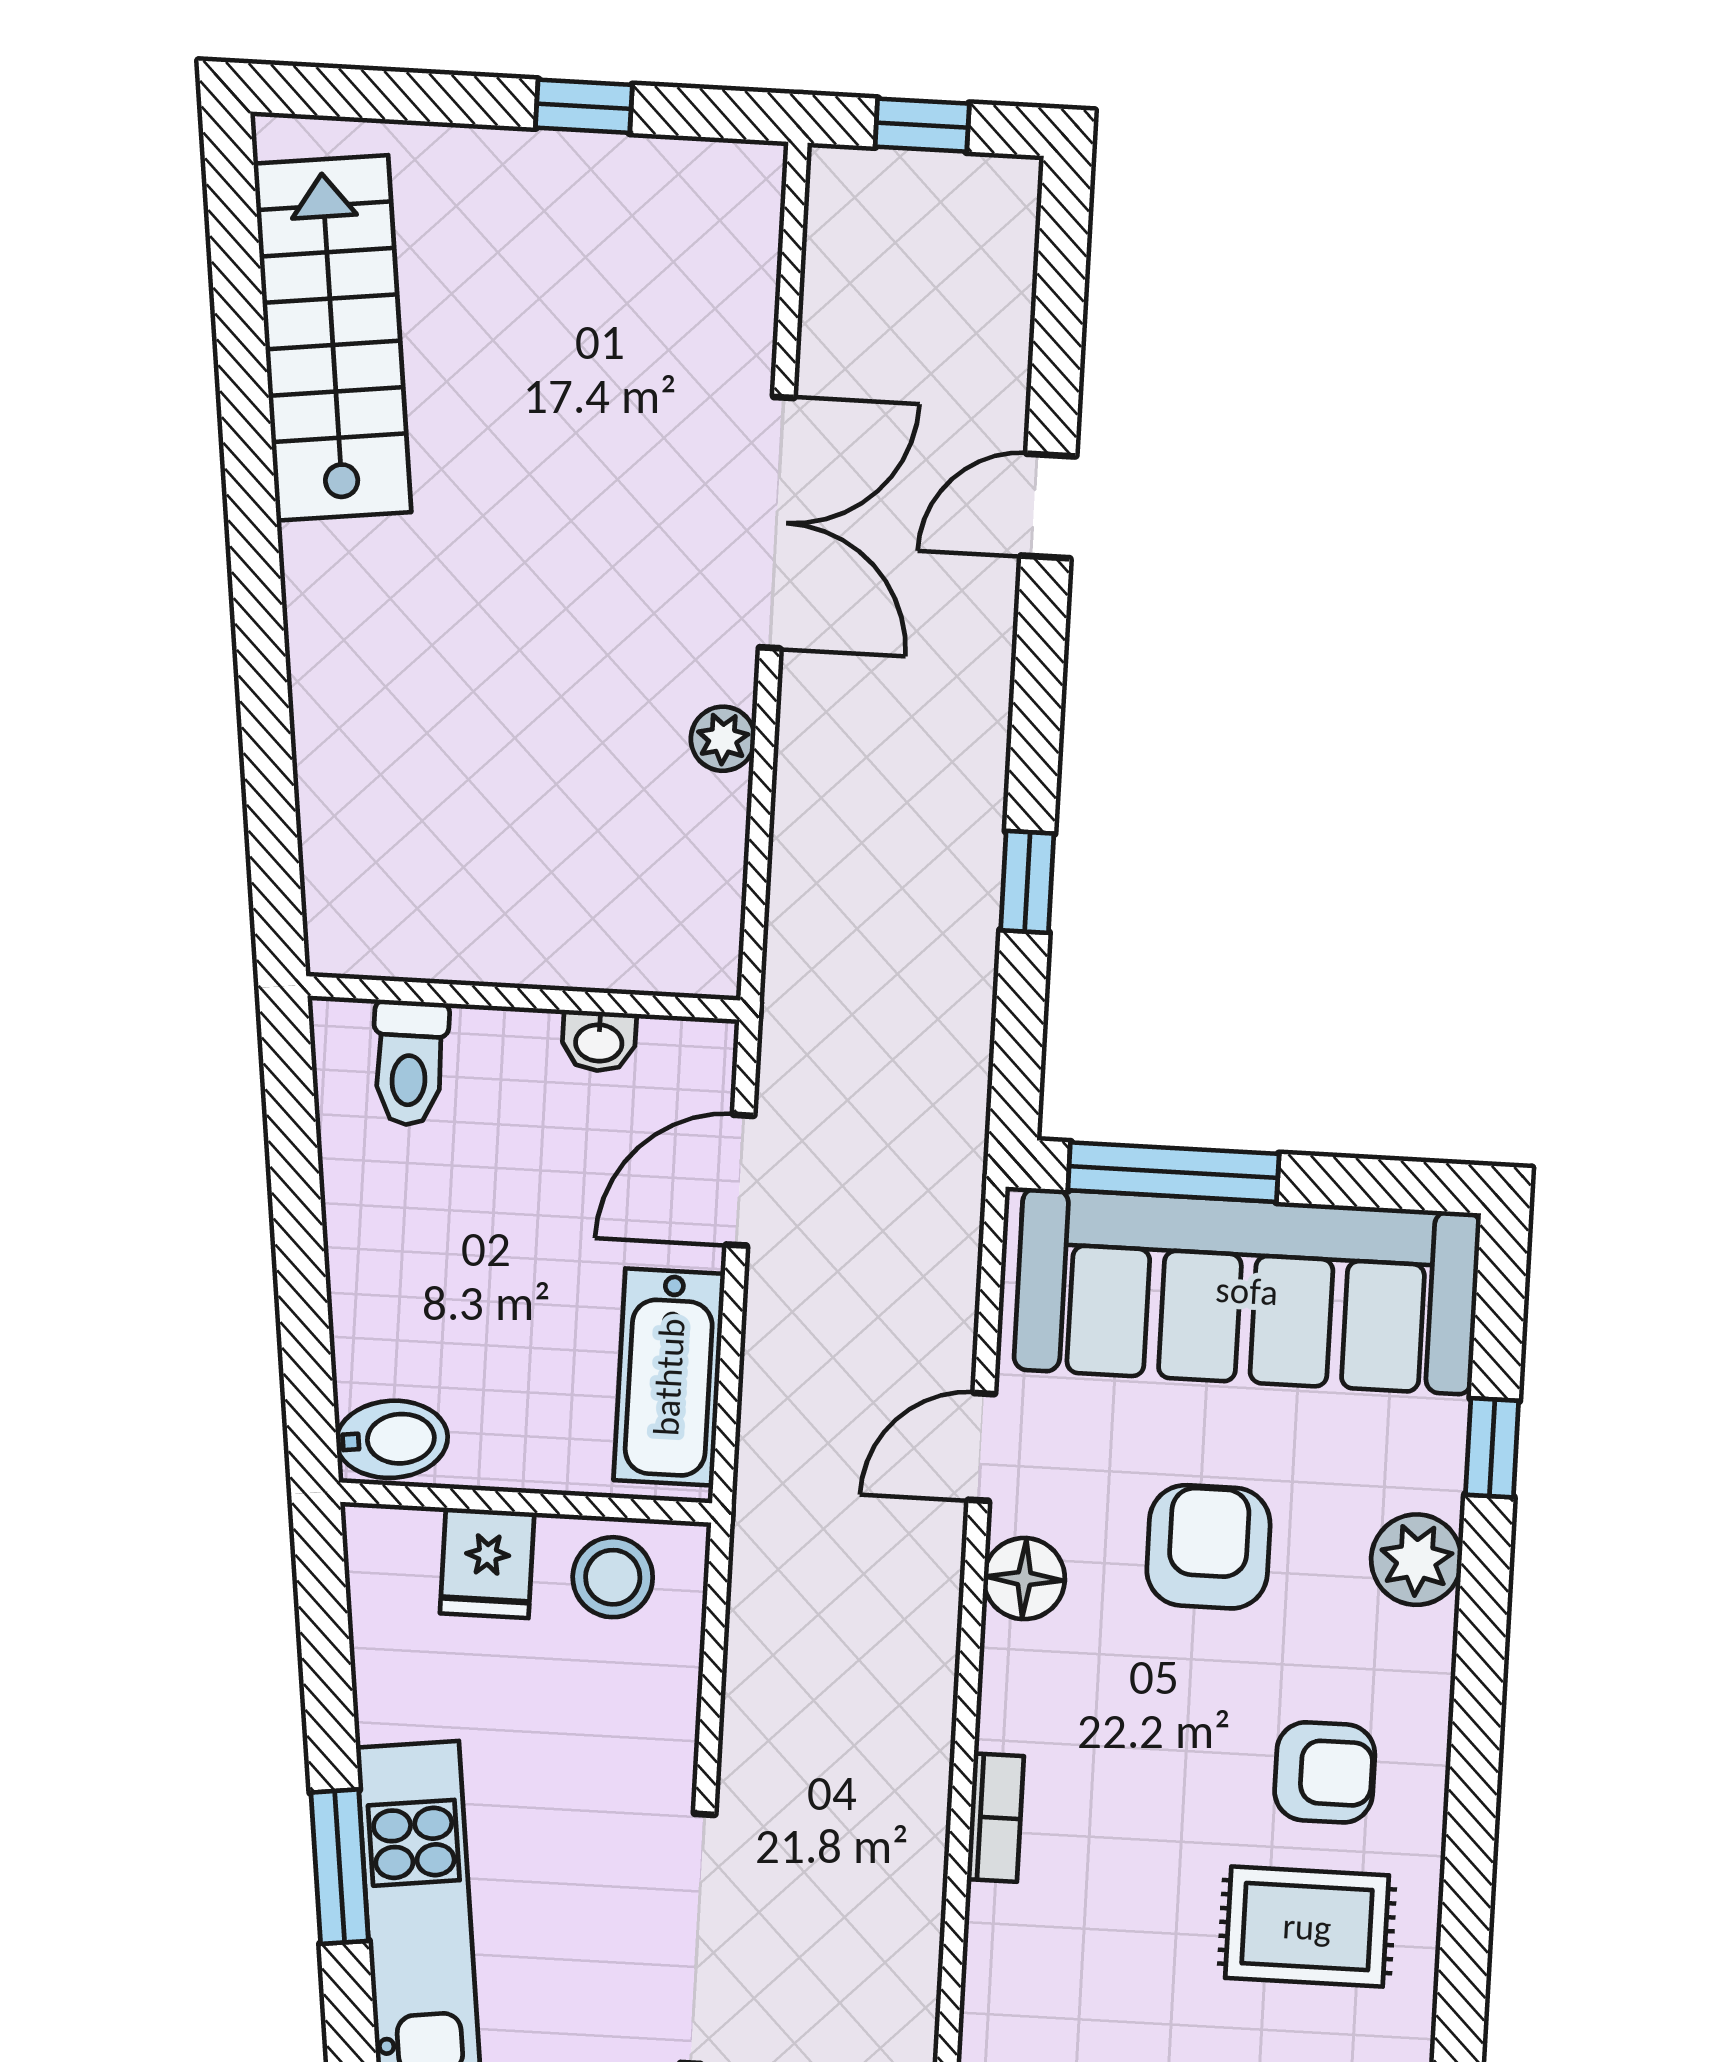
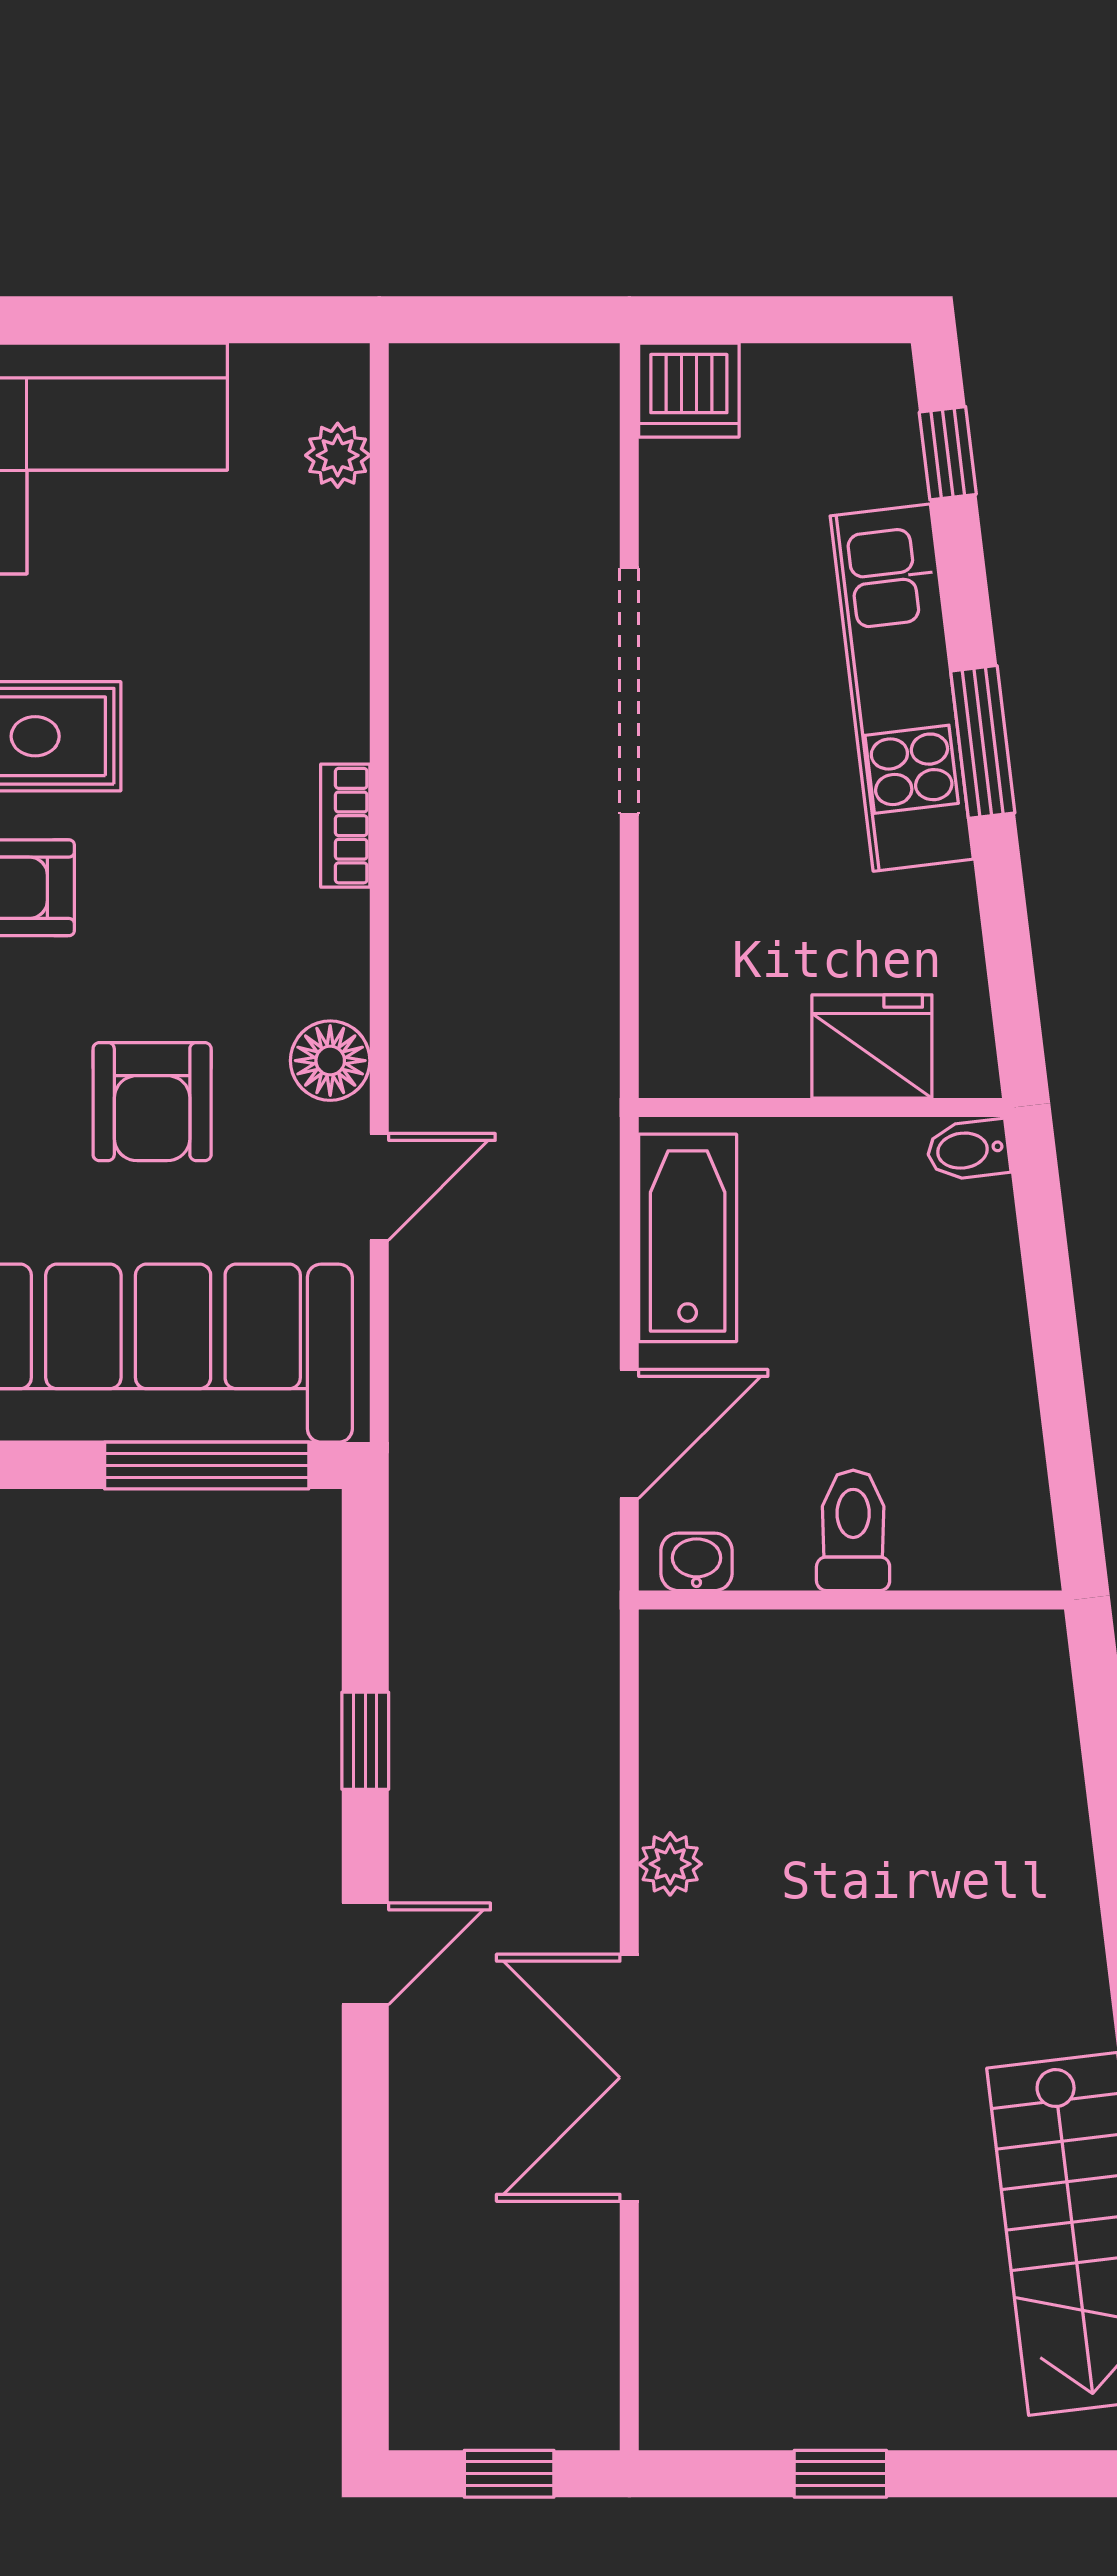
door: (1048, 506) -> (365, 1954), moved
washbasin: (599, 1041) -> (696, 1562), moved
toilet: (409, 1063) -> (853, 1530), moved
bidet: (392, 1439) -> (968, 1150), width x0.72, depth x0.74
fridge: (487, 1563) -> (872, 1046), width x1.38
stool: (613, 1577) -> (732, 1039), removed

